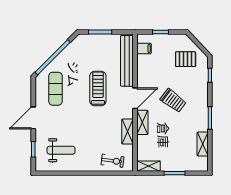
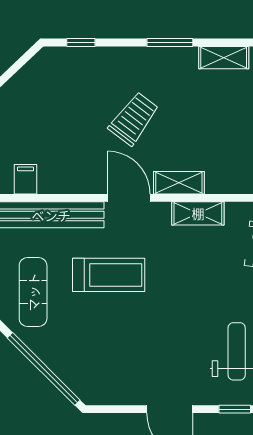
pallet: (186, 59) -> (48, 93), removed
exercise mat: (55, 89) -> (33, 292), moved, turned 90
treadmill: (98, 89) -> (109, 275), turned 180

